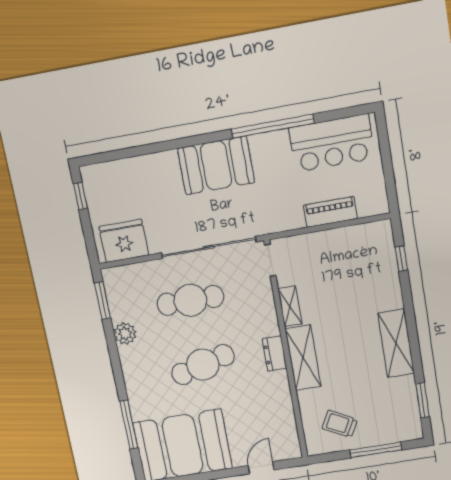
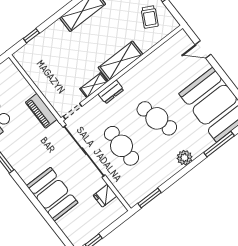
booth: (216, 165) -> (52, 194), moved
piano: (330, 212) -> (41, 111), moved
fridge: (124, 241) -> (105, 196), width x0.53, depth x0.75
plant: (125, 333) -> (185, 158), moved
dresser: (274, 354) -> (111, 92), moved

